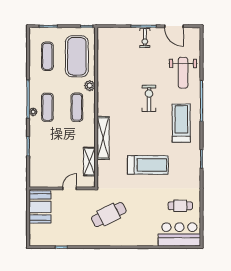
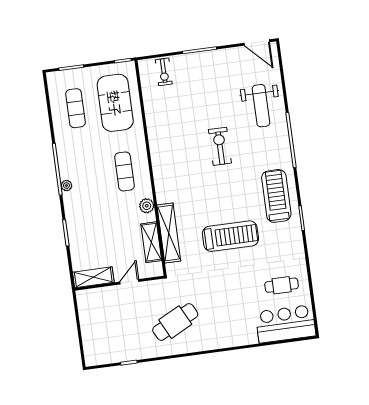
door: (174, 26) -> (257, 42), moved
exercise bike: (145, 38) -> (164, 72), moved
plant: (90, 86) -> (147, 206), moved
exercise mat: (47, 107) -> (85, 177), removed
treadmill: (181, 123) -> (276, 196), moved
shelving: (103, 138) -> (169, 233), moved
shelving: (44, 181) -> (93, 277), added
booth: (40, 207) -> (93, 312), removed
cafe table: (109, 215) -> (175, 322), moved

